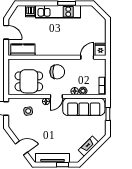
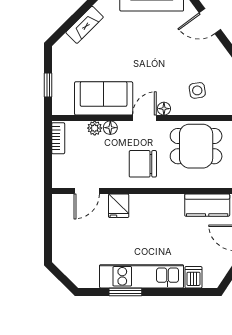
fridge: (100, 49) -> (119, 206), moved
sofa: (84, 107) -> (104, 98), width x0.73

